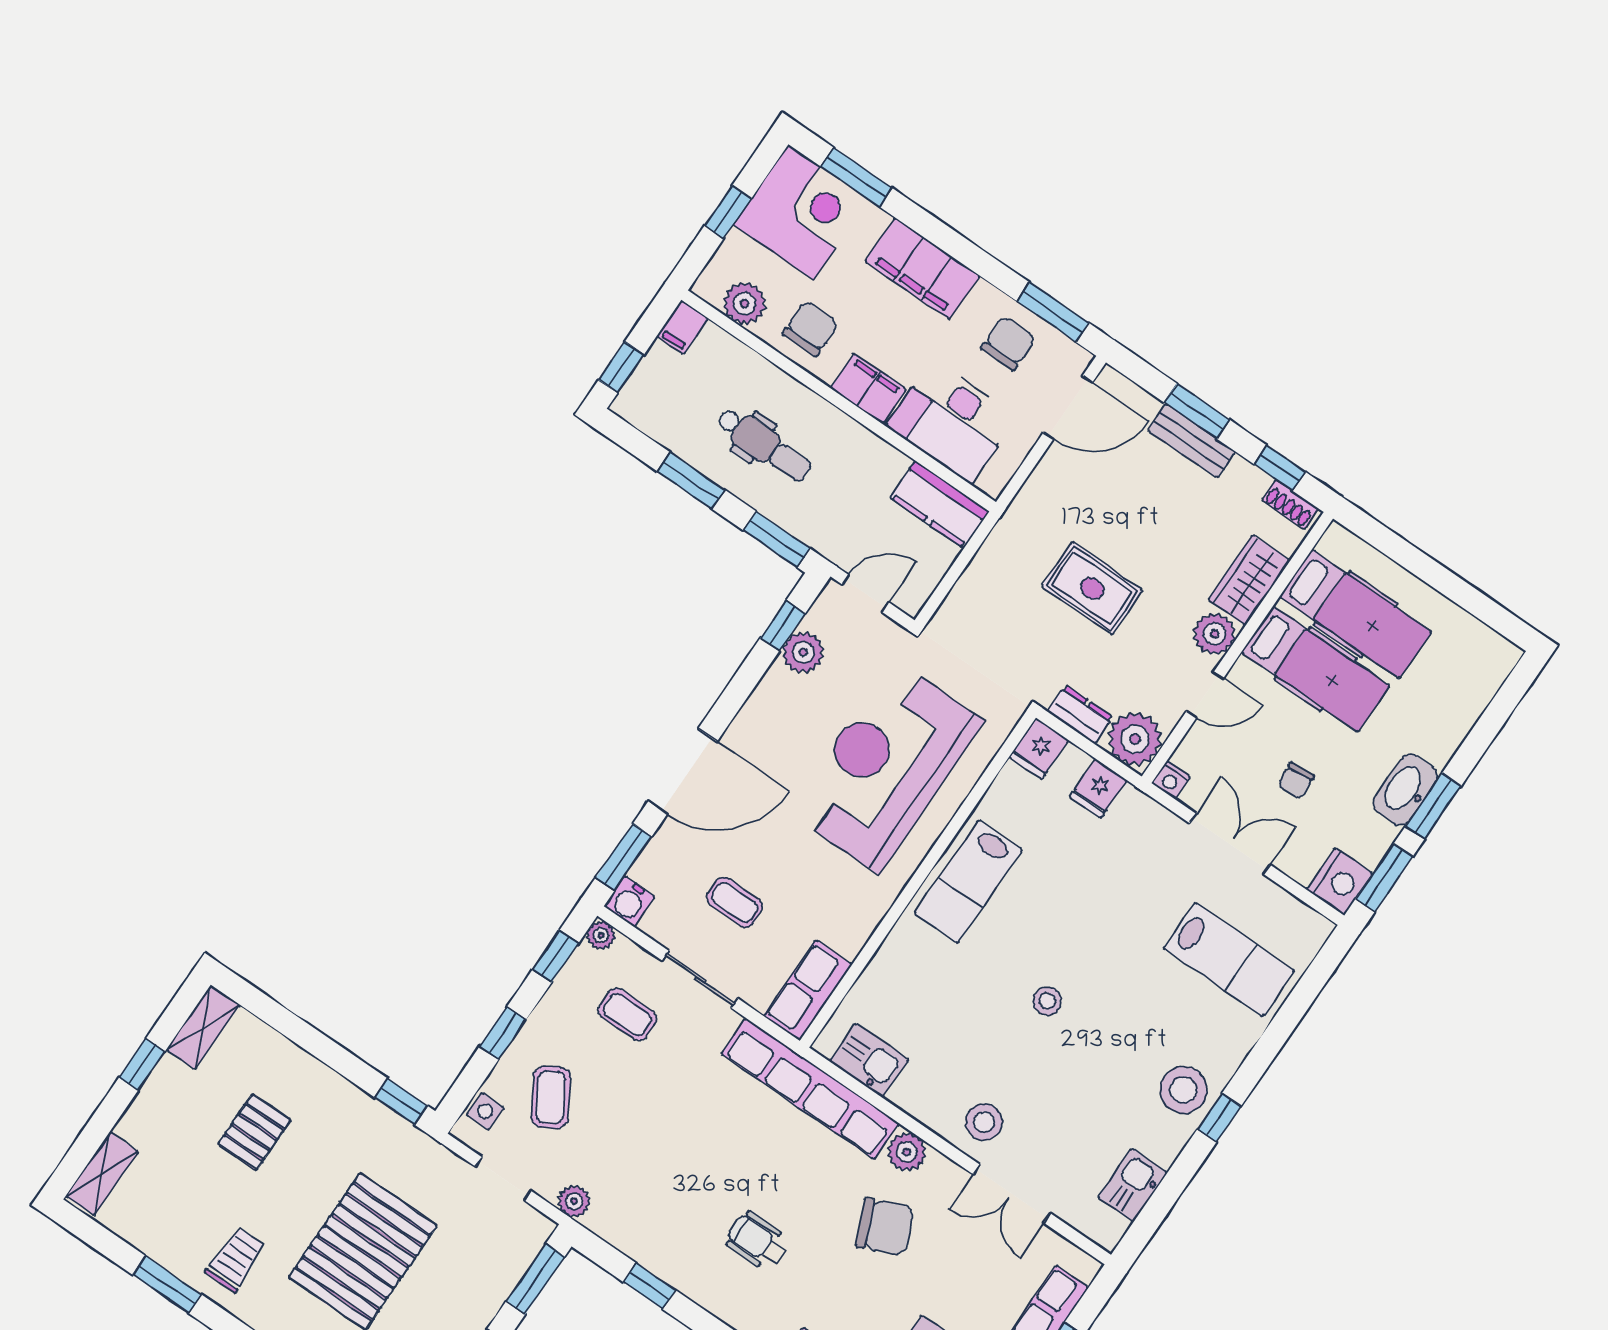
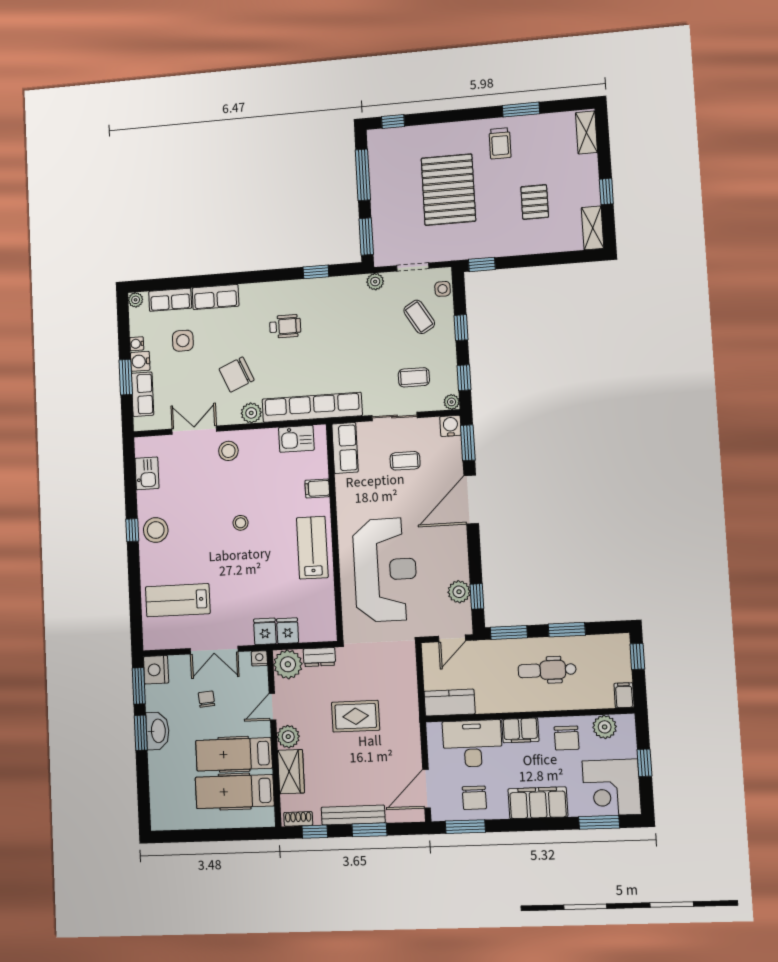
bench: (1192, 441) -> (353, 815), width x1.36
fridge: (1039, 749) -> (265, 631), moved
filing cabinet: (894, 963) -> (317, 488), added

